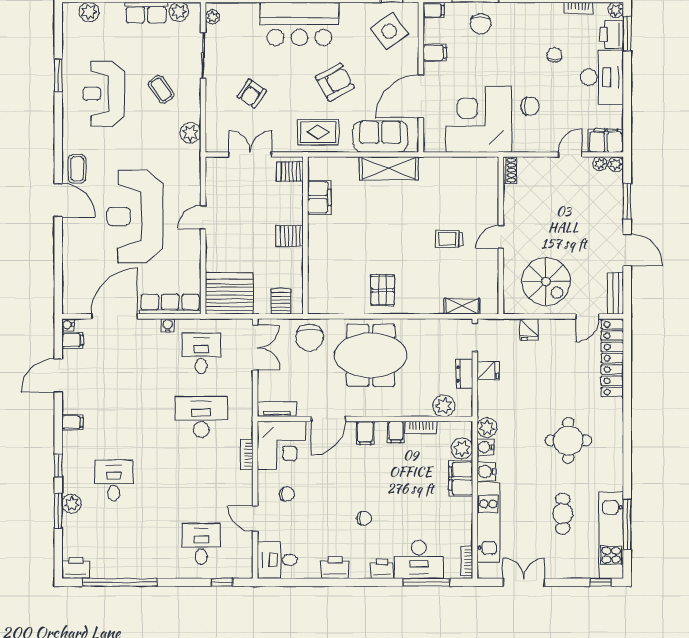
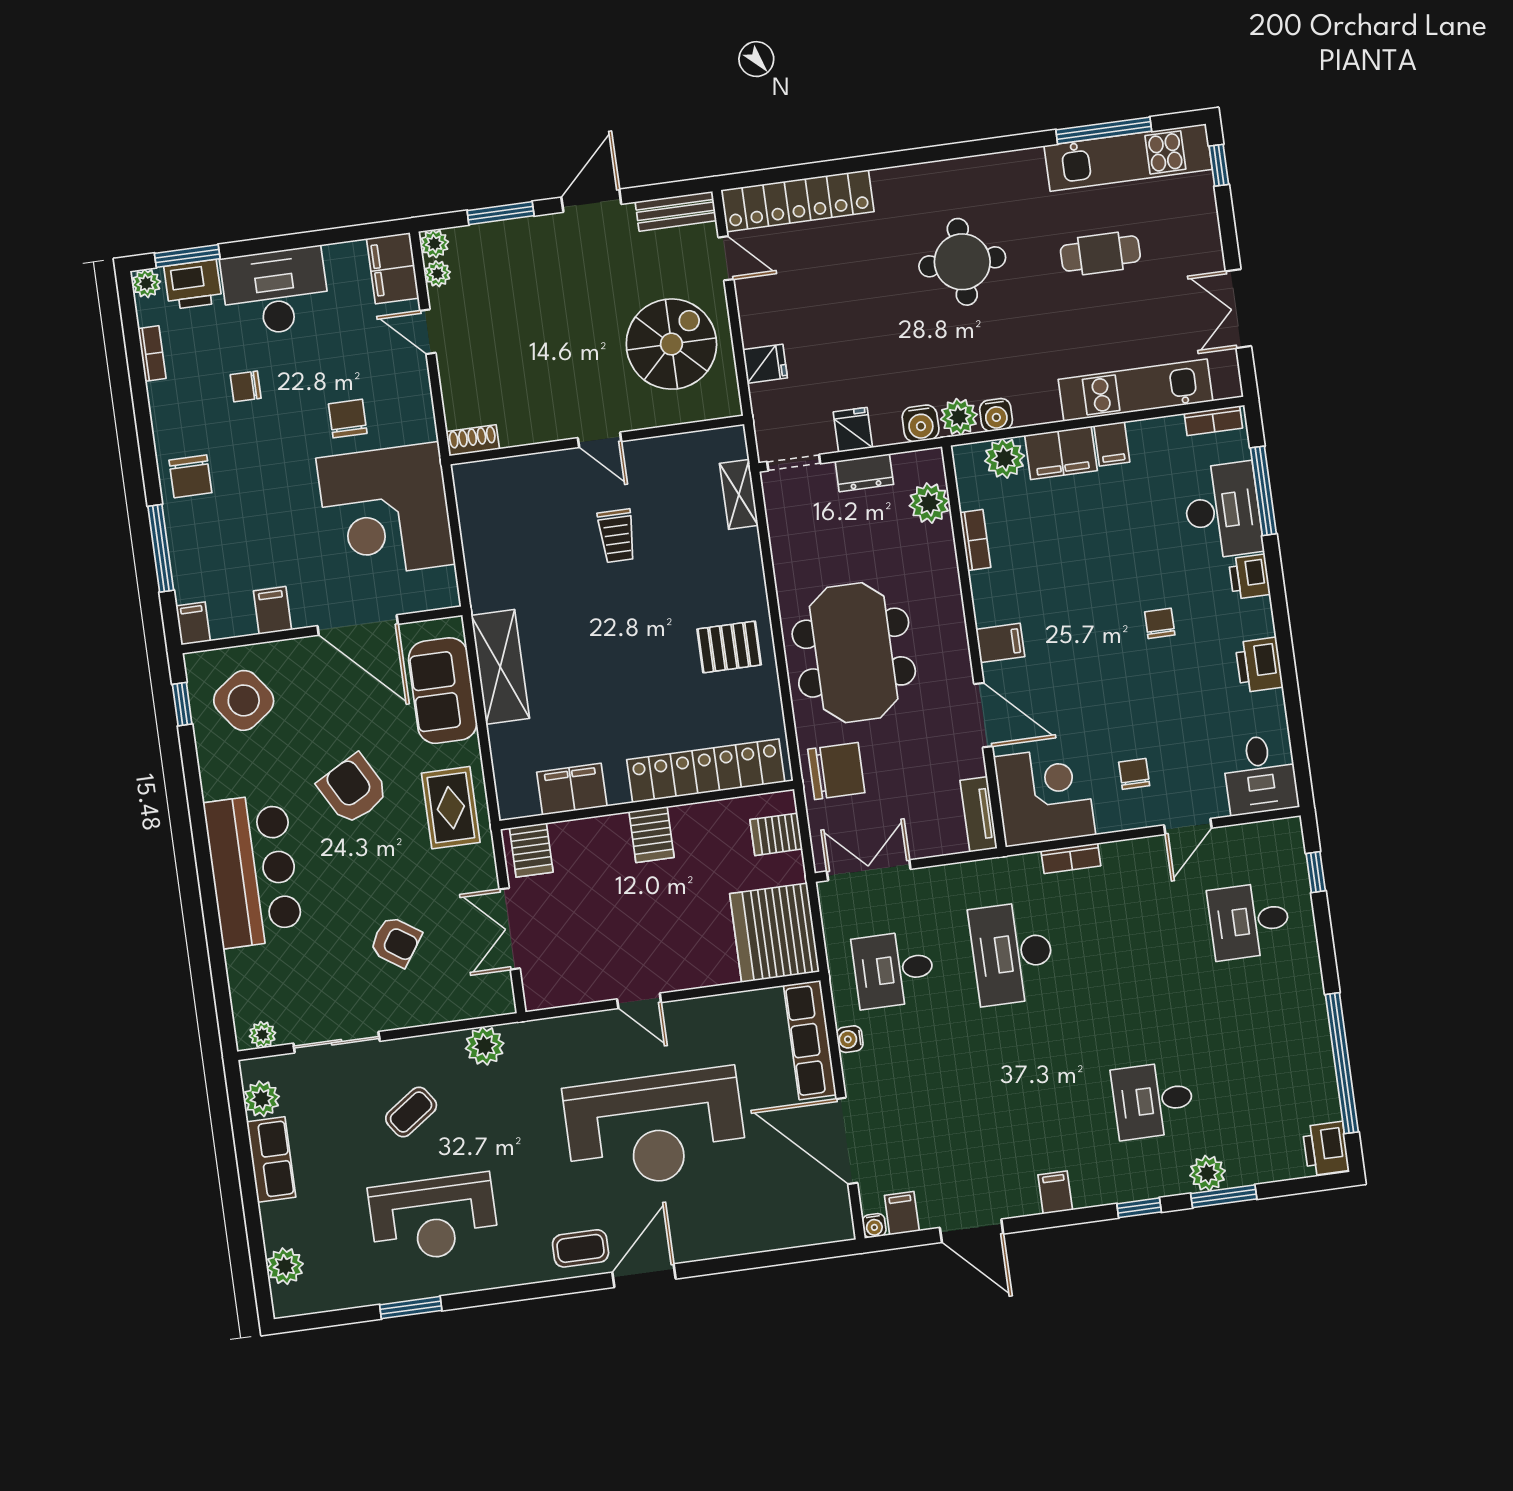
chair: (481, 24) -> (190, 476), moved, turned 90
locker: (319, 269) -> (706, 771), added
filing cabinet: (396, 432) -> (1112, 444), moved, turned 90
water cooler: (486, 472) -> (921, 423), moved

